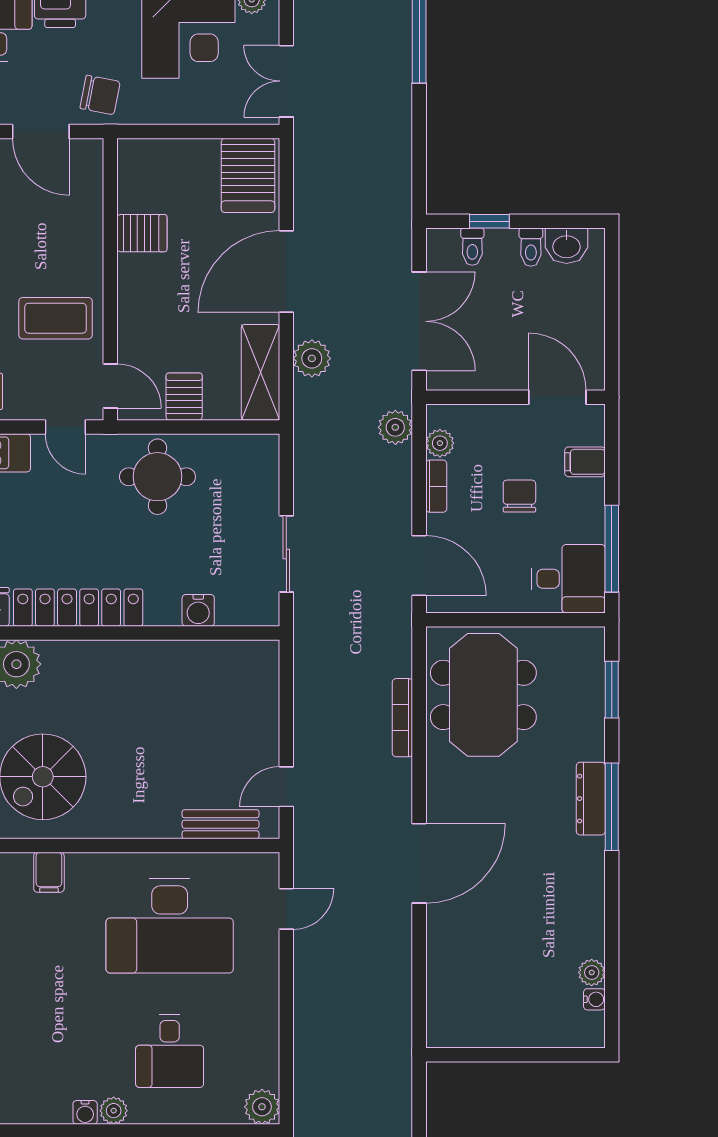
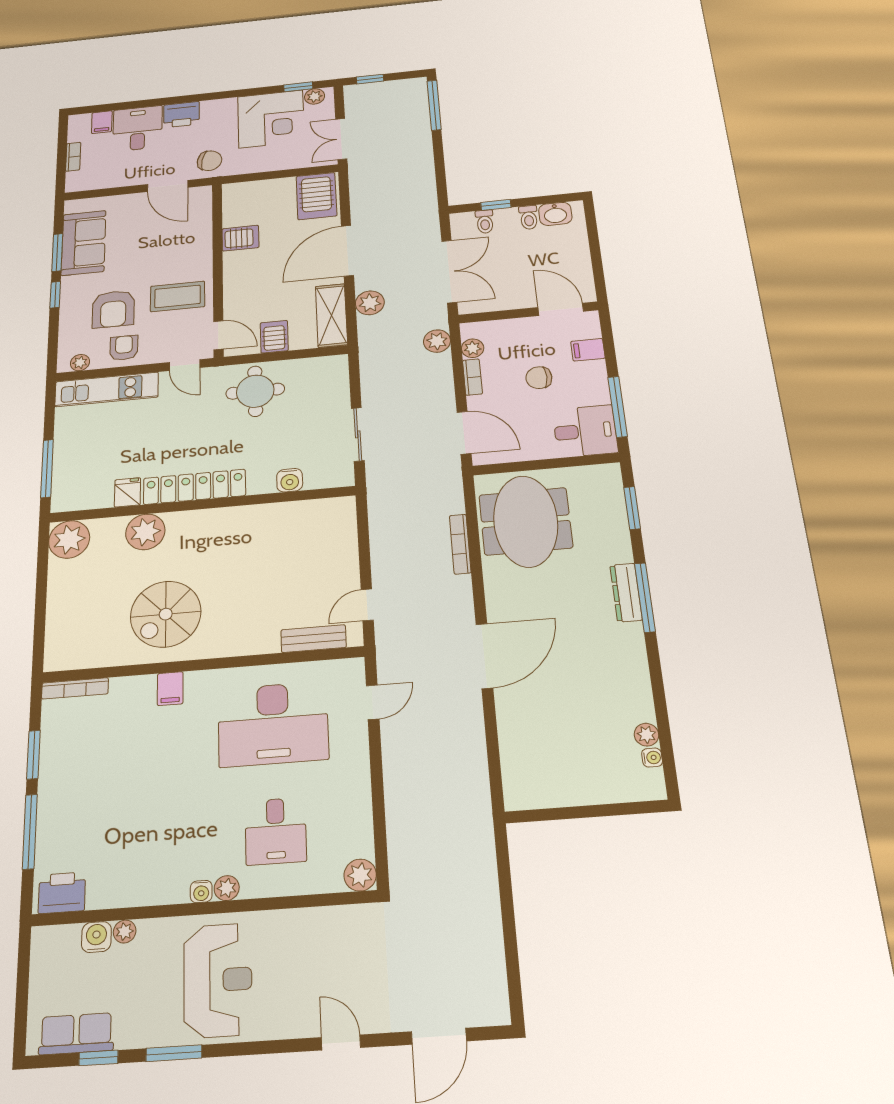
chair: (519, 496) -> (539, 378), turned -90

